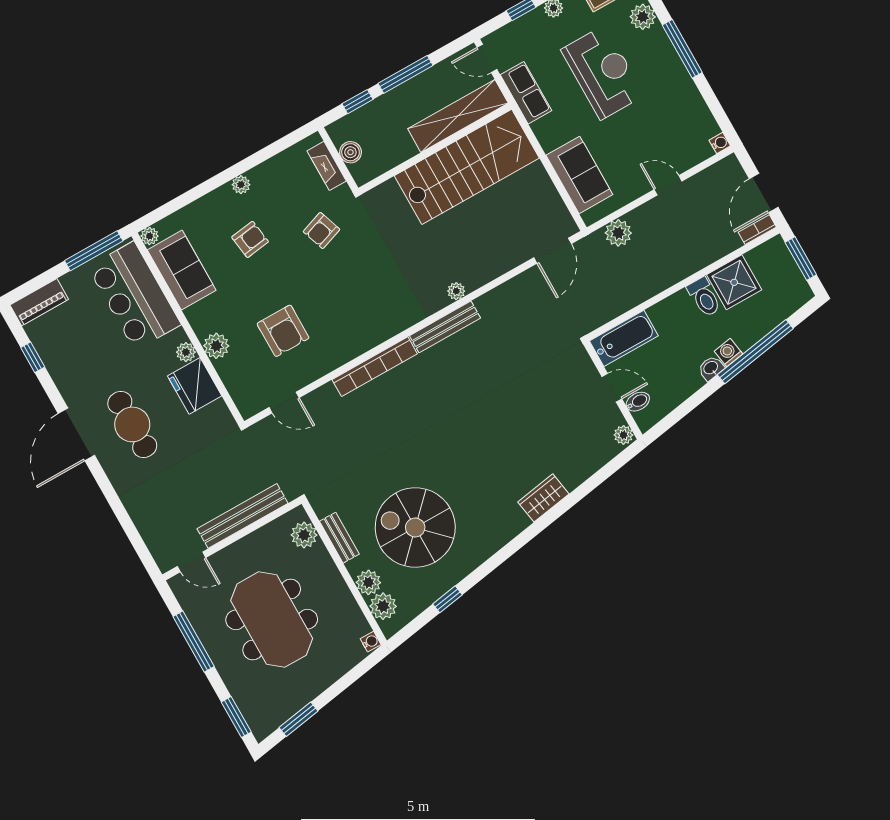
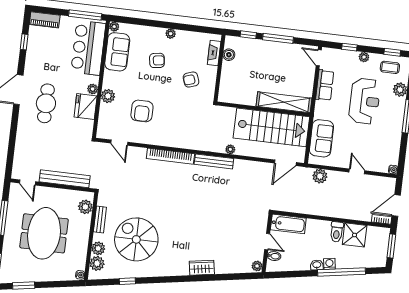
shelving: (458, 116) -> (284, 102), moved
wall: (435, 149) -> (263, 109), moved
stairs: (467, 167) -> (271, 127), moved

